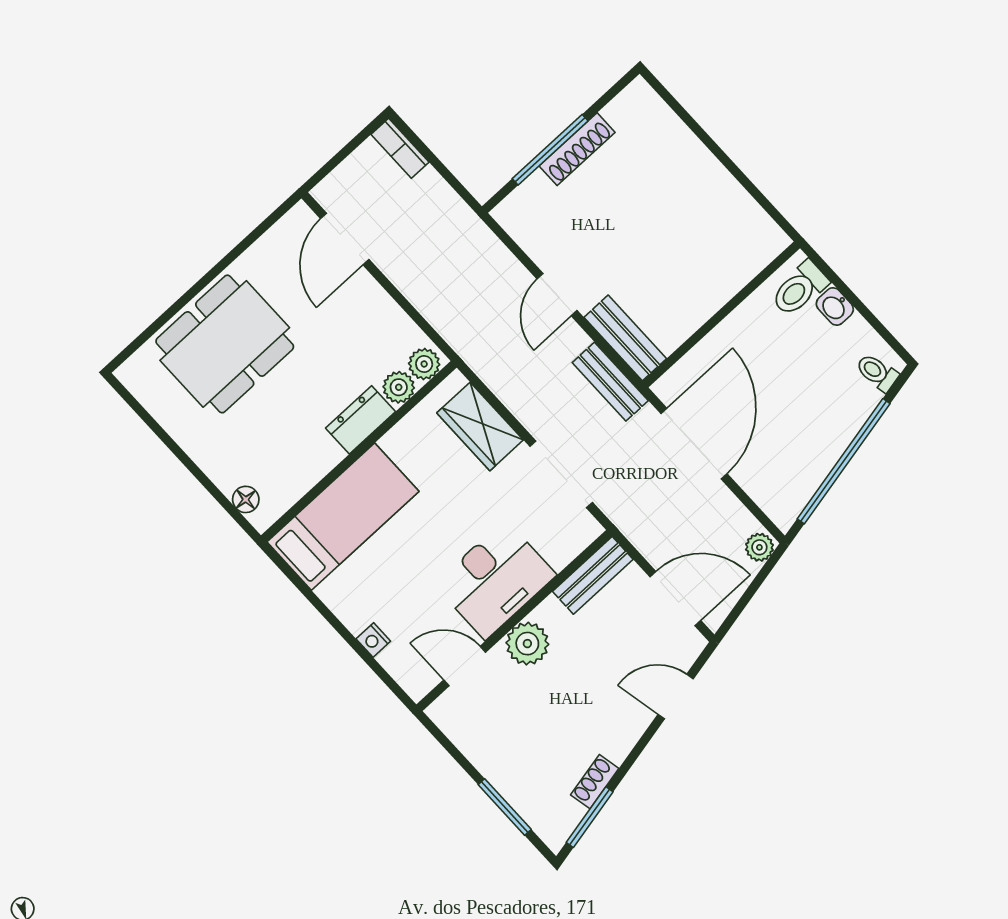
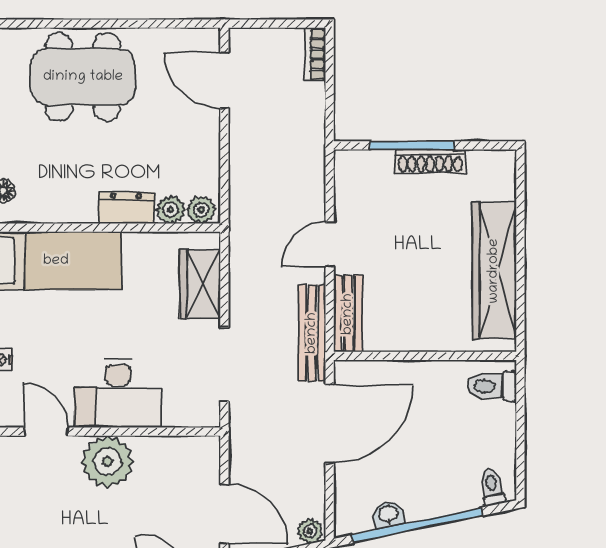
wardrobe: (714, 191) -> (494, 271), added
door: (345, 239) -> (224, 80), hinge flipped
washbasin: (835, 306) -> (388, 515), moved, turned 78
bench: (610, 382) -> (312, 333), width x1.36
bench: (593, 575) -> (184, 449), removed
plant: (527, 644) -> (107, 461), width x1.36, depth x1.36

